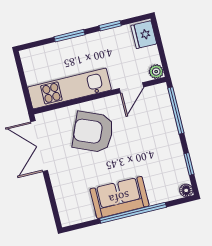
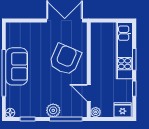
kitchen unit: (69, 88) -> (124, 51), moved, turned 180
plant: (168, 131) -> (53, 110), added

